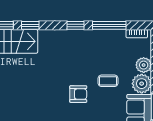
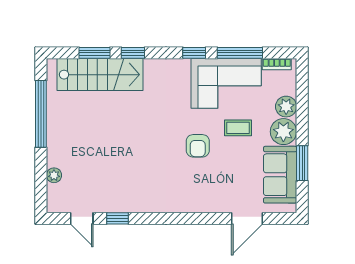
corner sofa: (99, 48) -> (226, 83), added
armchair: (78, 94) -> (198, 146), turned 90

